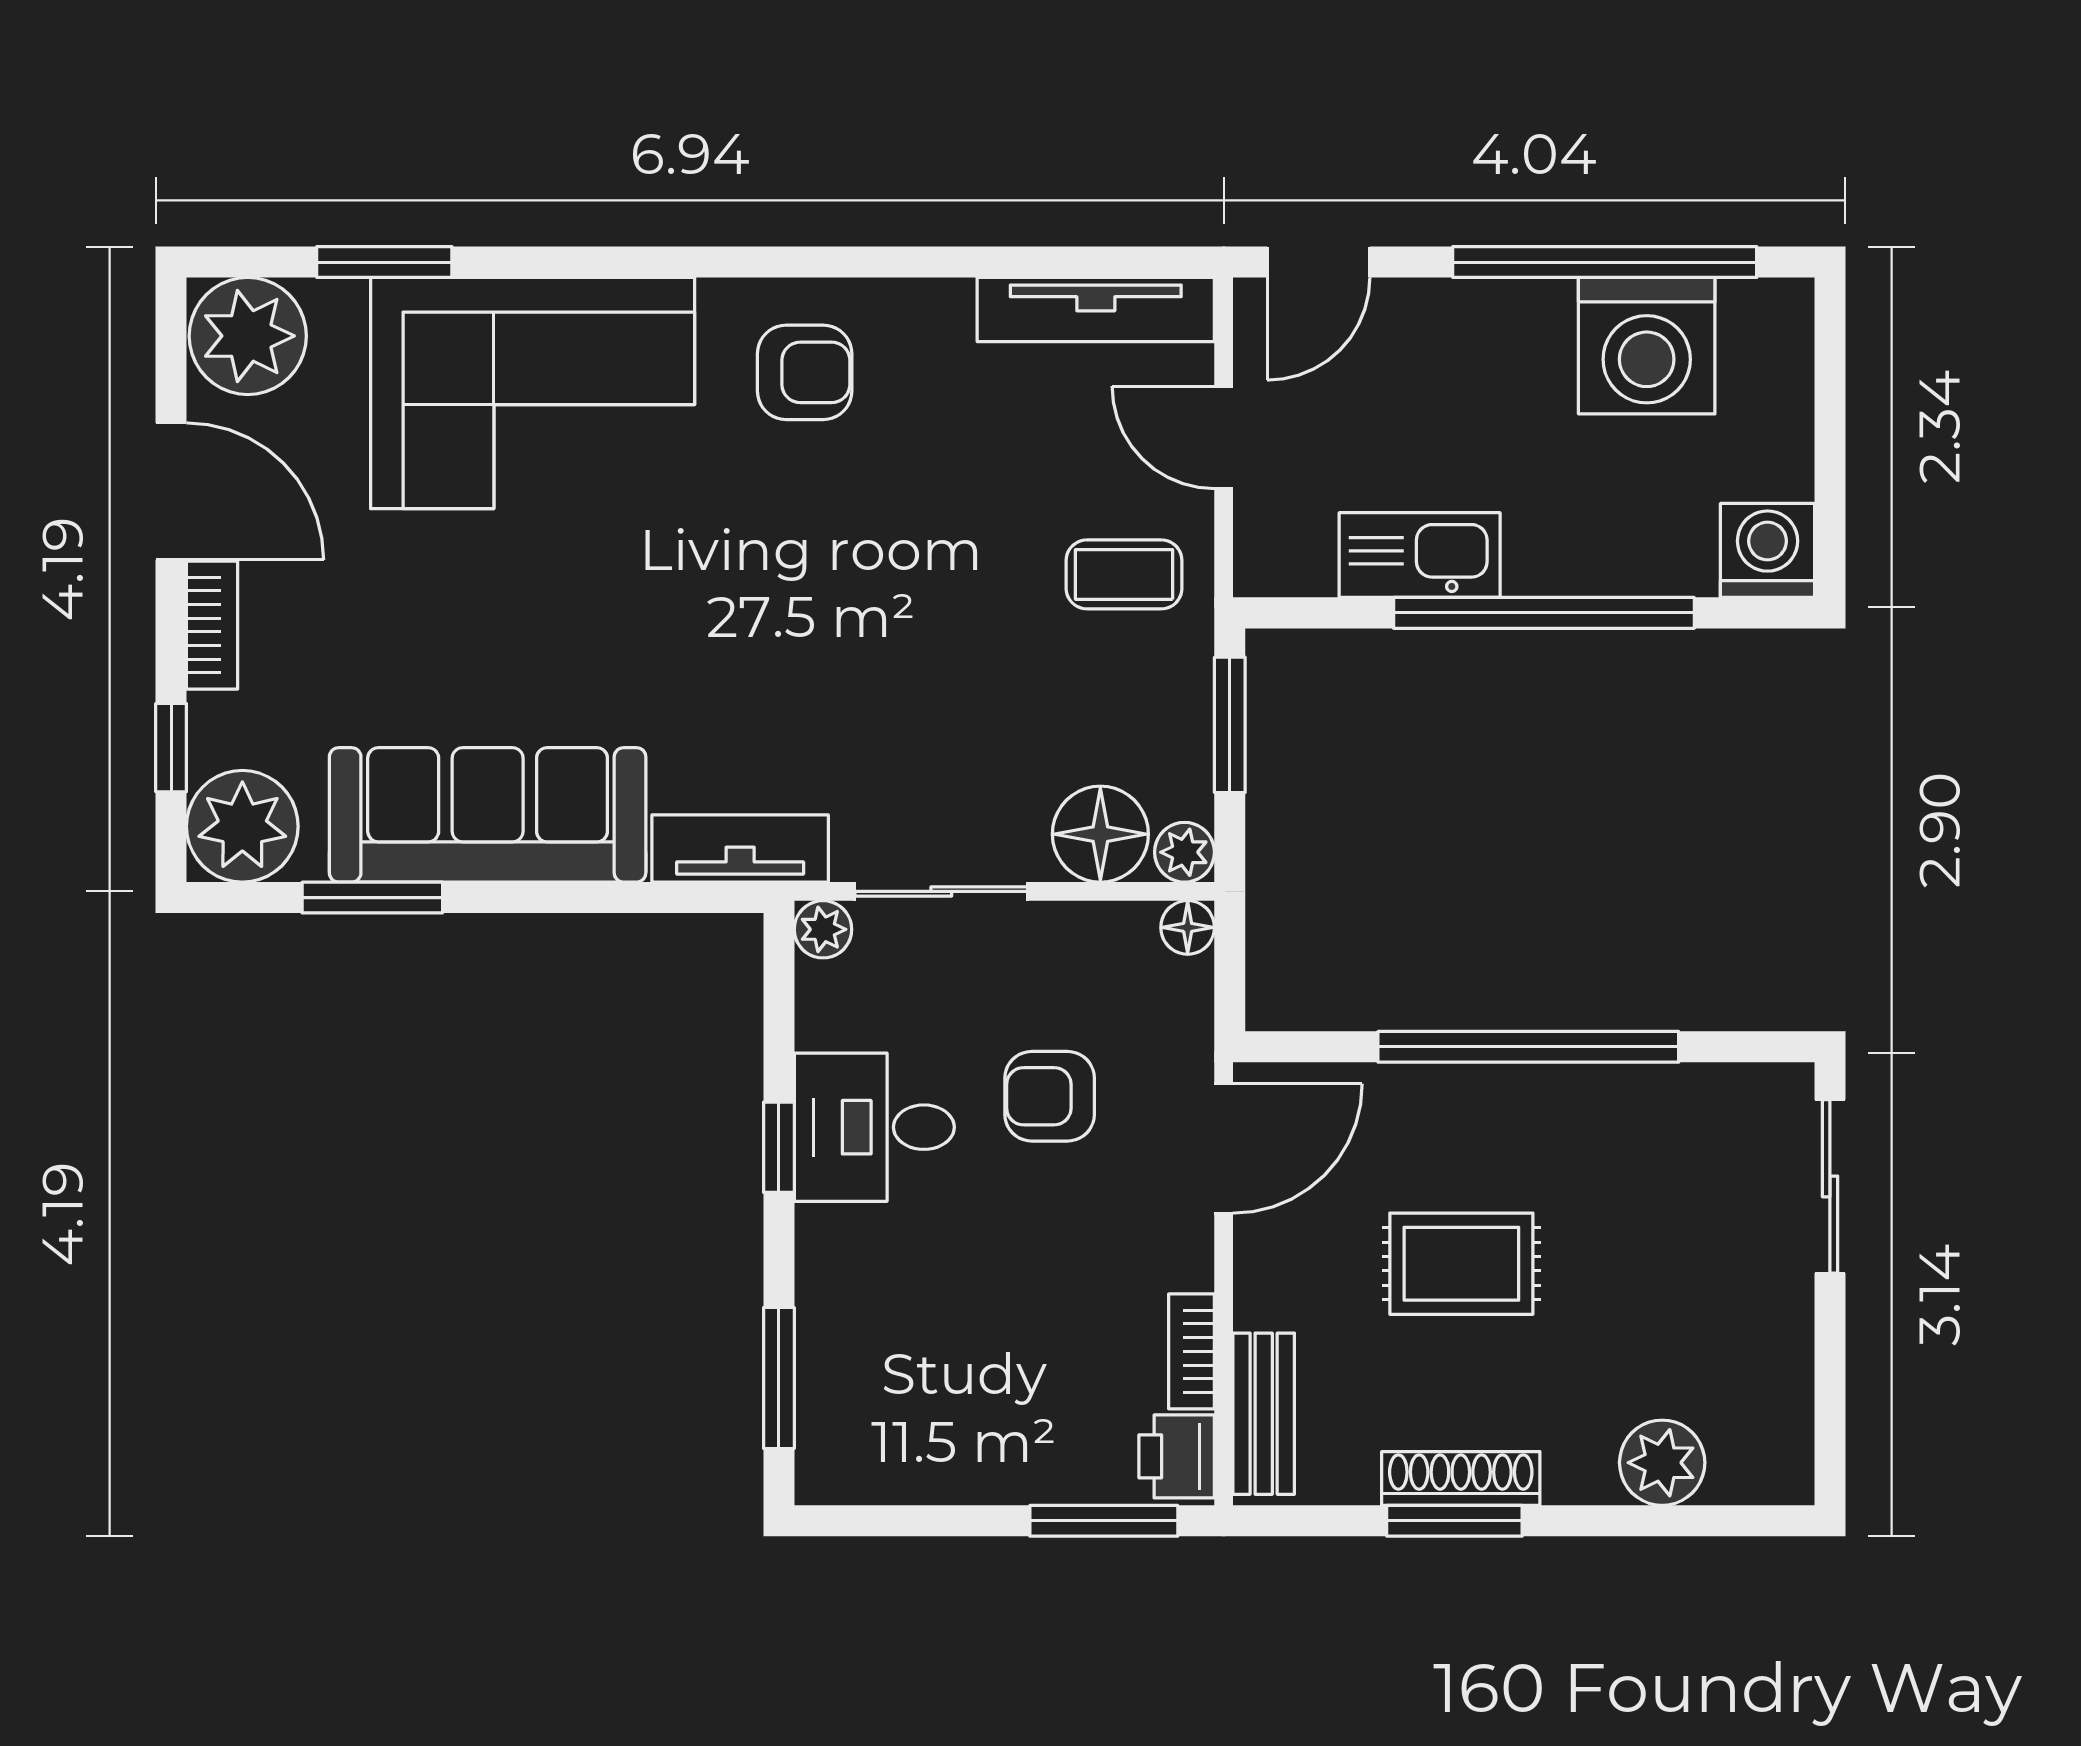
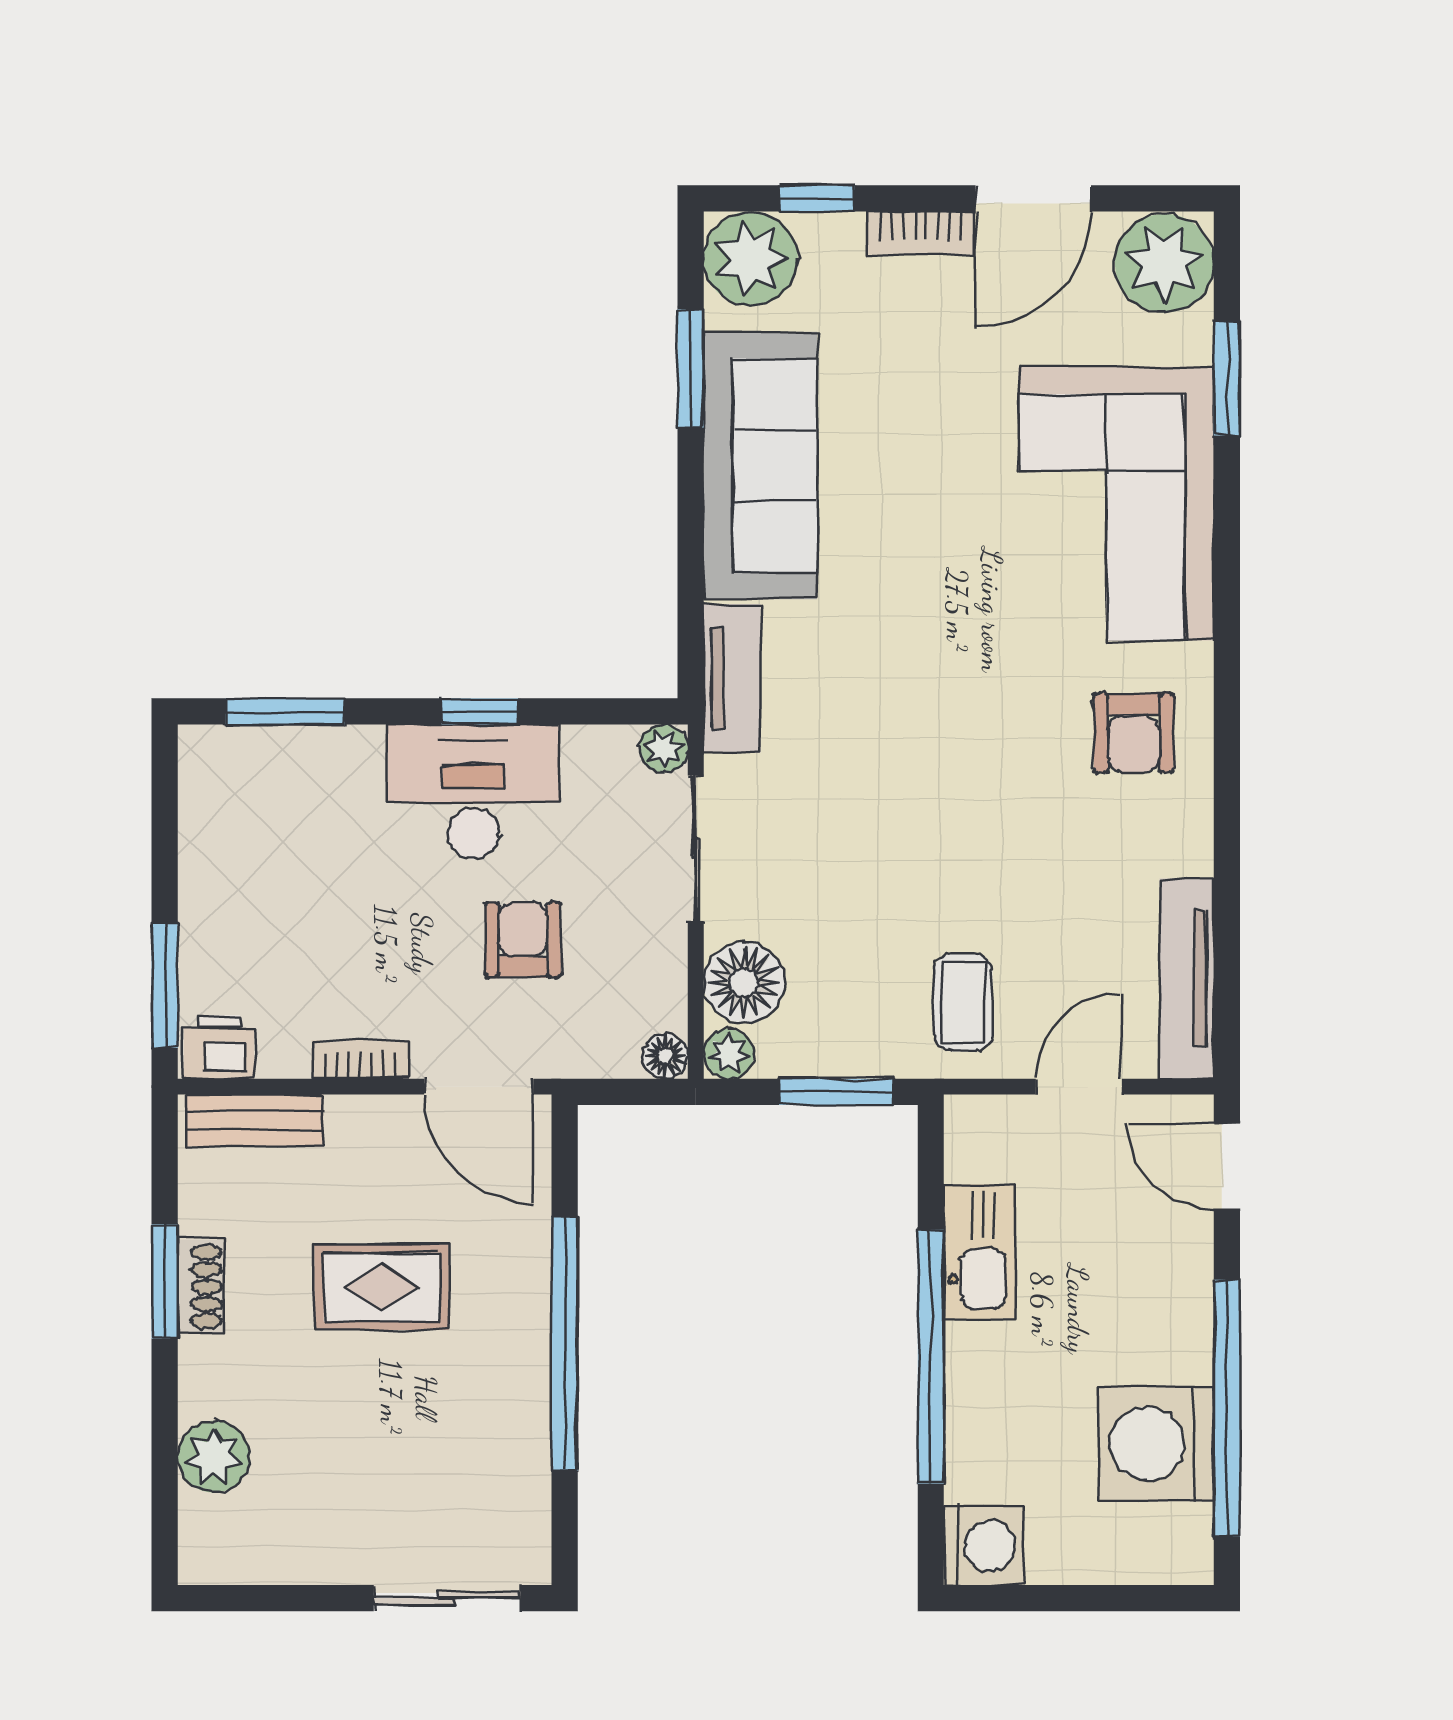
desk: (874, 1127) -> (473, 792), width x1.37
rug: (1461, 1264) -> (382, 1287), turned 90
bookcase: (1191, 1351) -> (360, 1059), moved
shoe rack: (1461, 1478) -> (200, 1287), width x0.70

